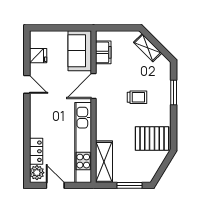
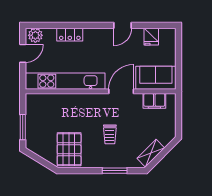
shelving: (148, 48) -> (151, 153), moved
door: (94, 86) -> (121, 91), hinge flipped
locker: (36, 151) -> (70, 35), moved
shelving: (104, 162) -> (46, 102), removed

